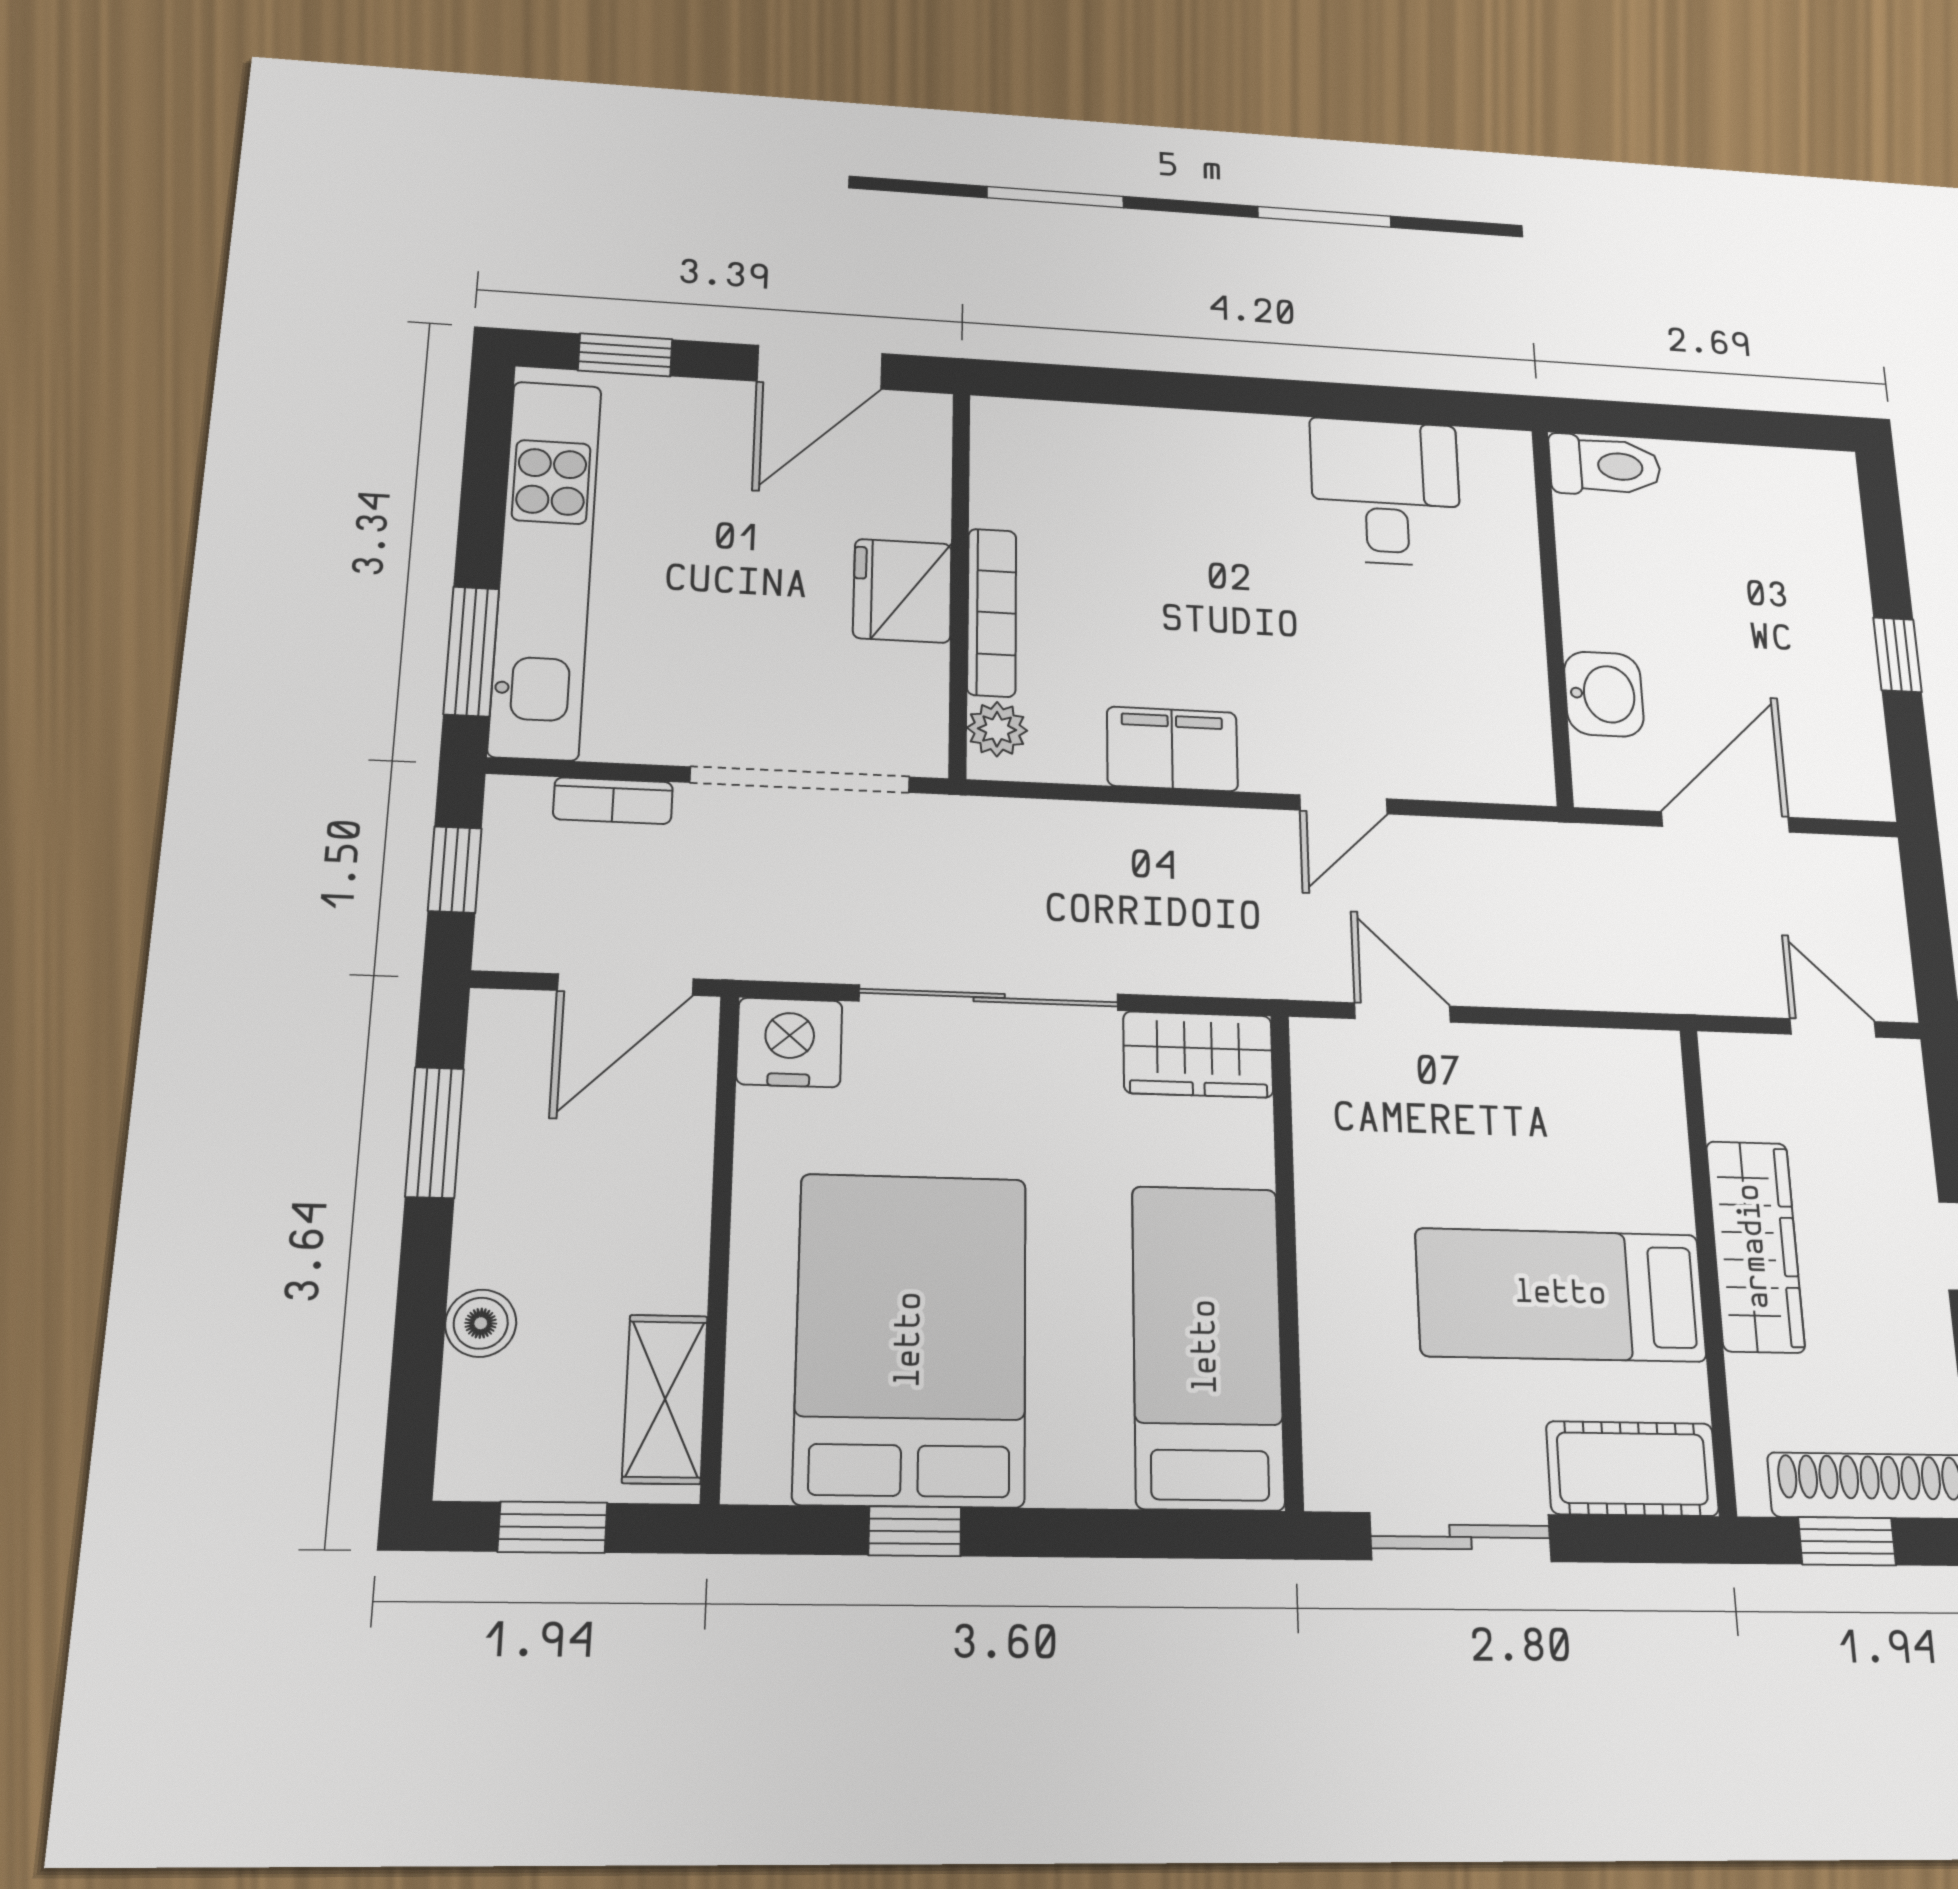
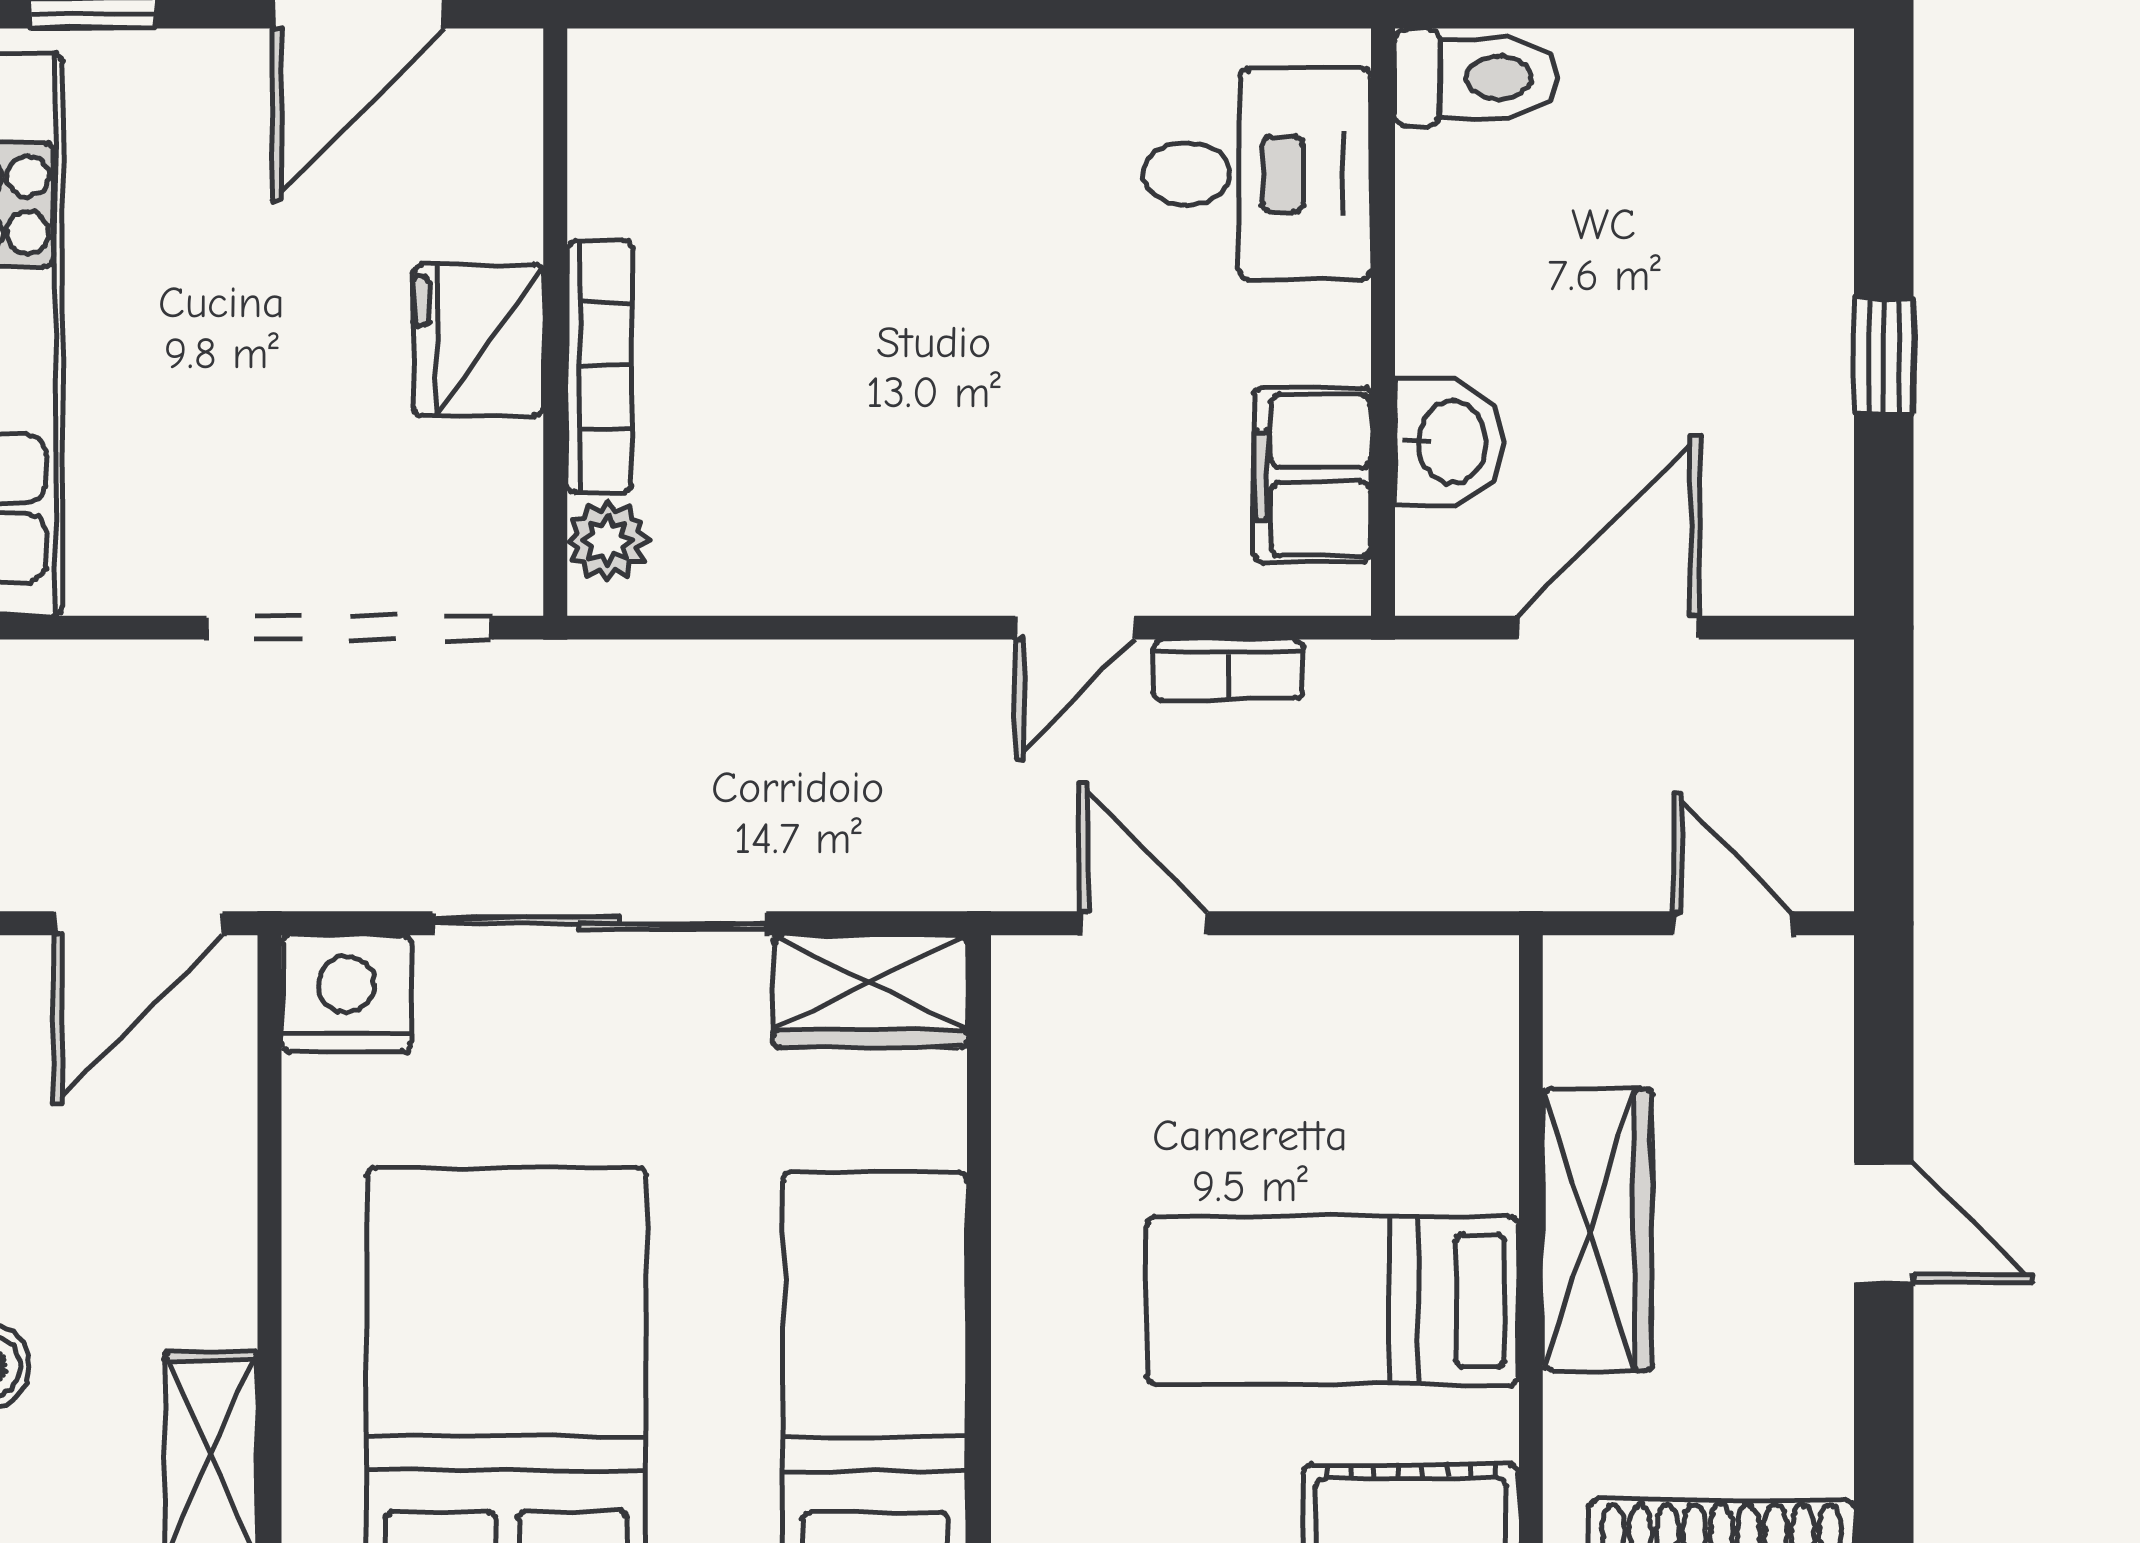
desk: (1386, 492) -> (1257, 174), moved, turned 90
filing cabinet: (1172, 749) -> (1313, 475), moved, turned -90
bookcase: (613, 801) -> (1228, 670), moved

